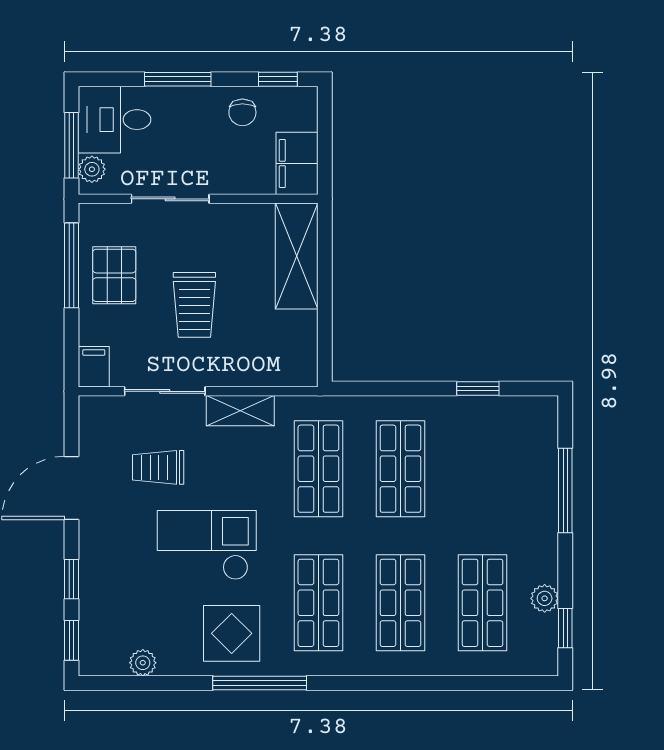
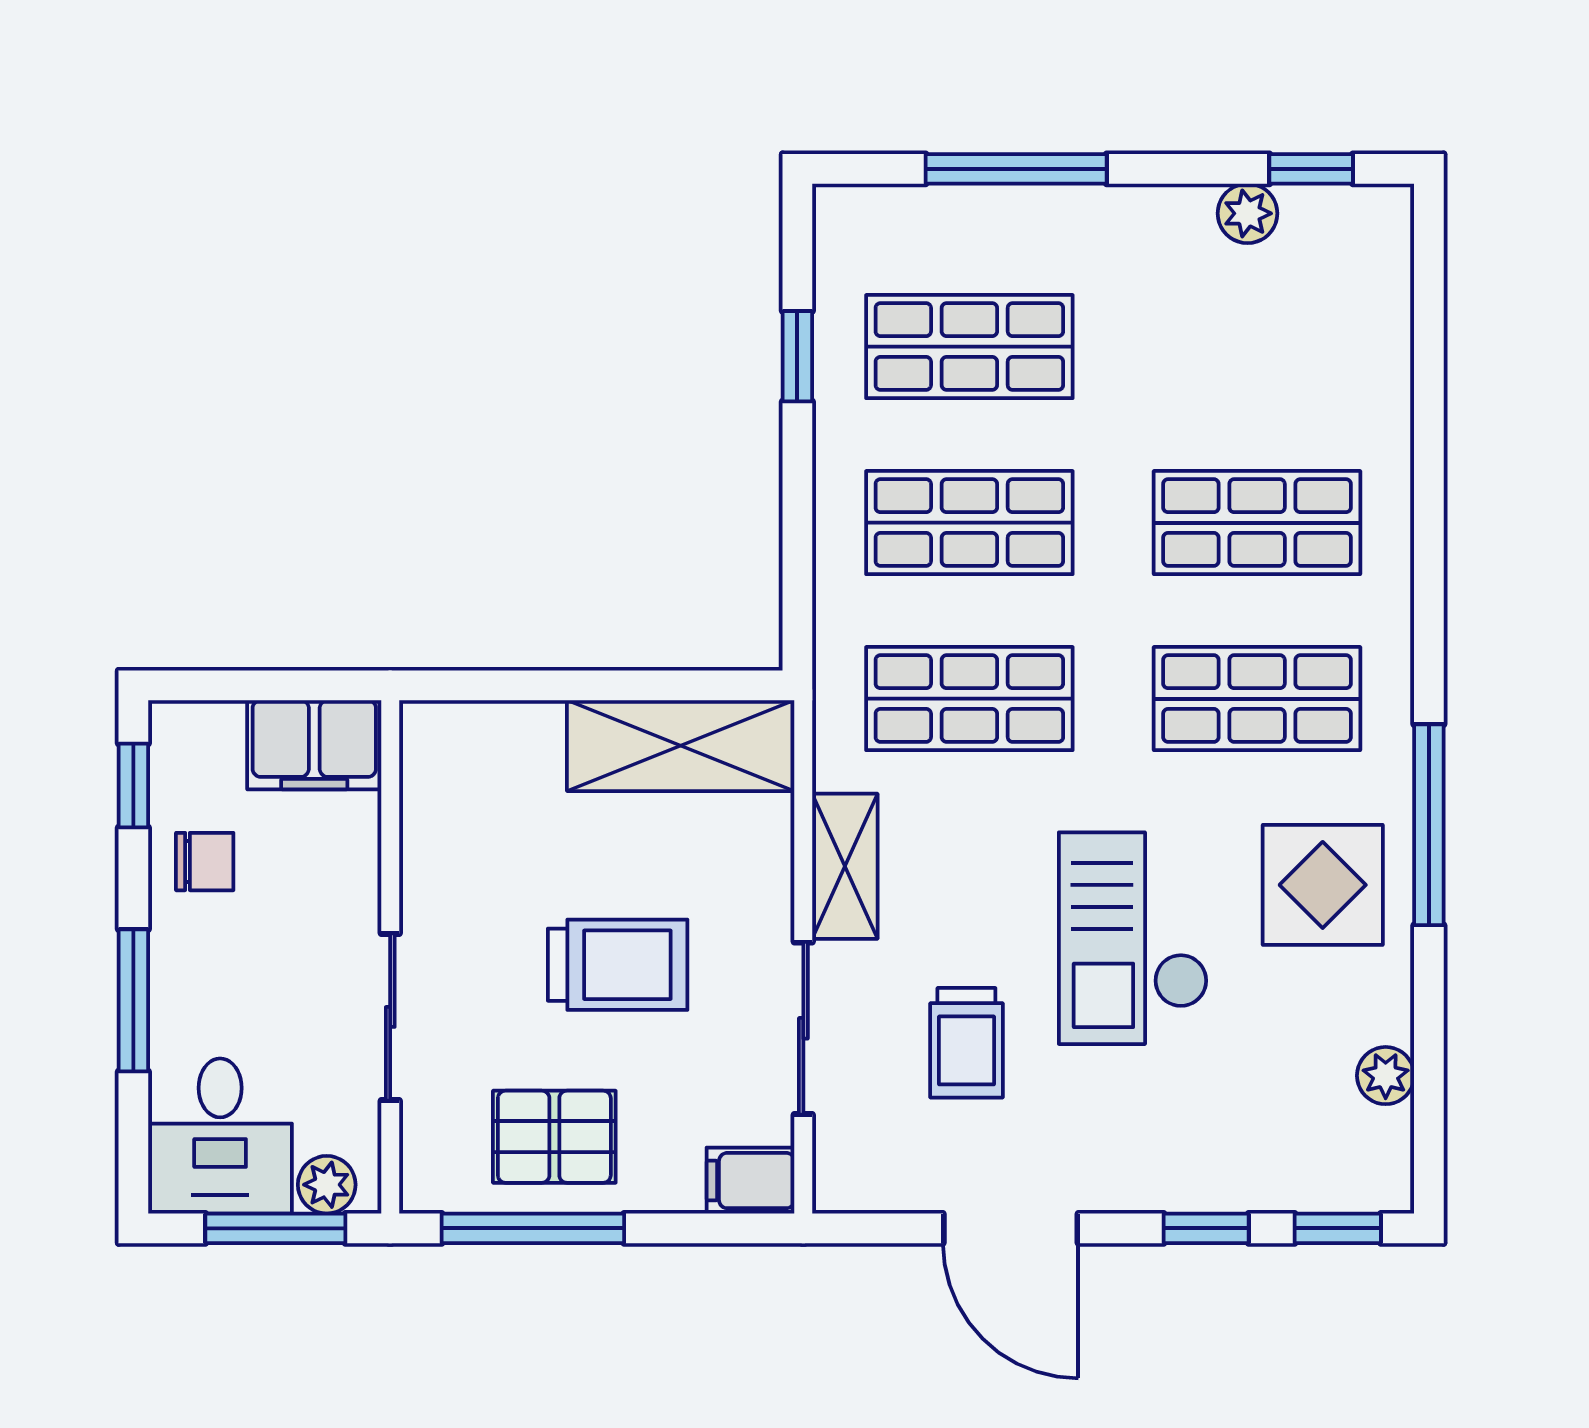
shelving: (297, 256) -> (681, 746), moved
shop shelf: (483, 603) -> (969, 347), moved

